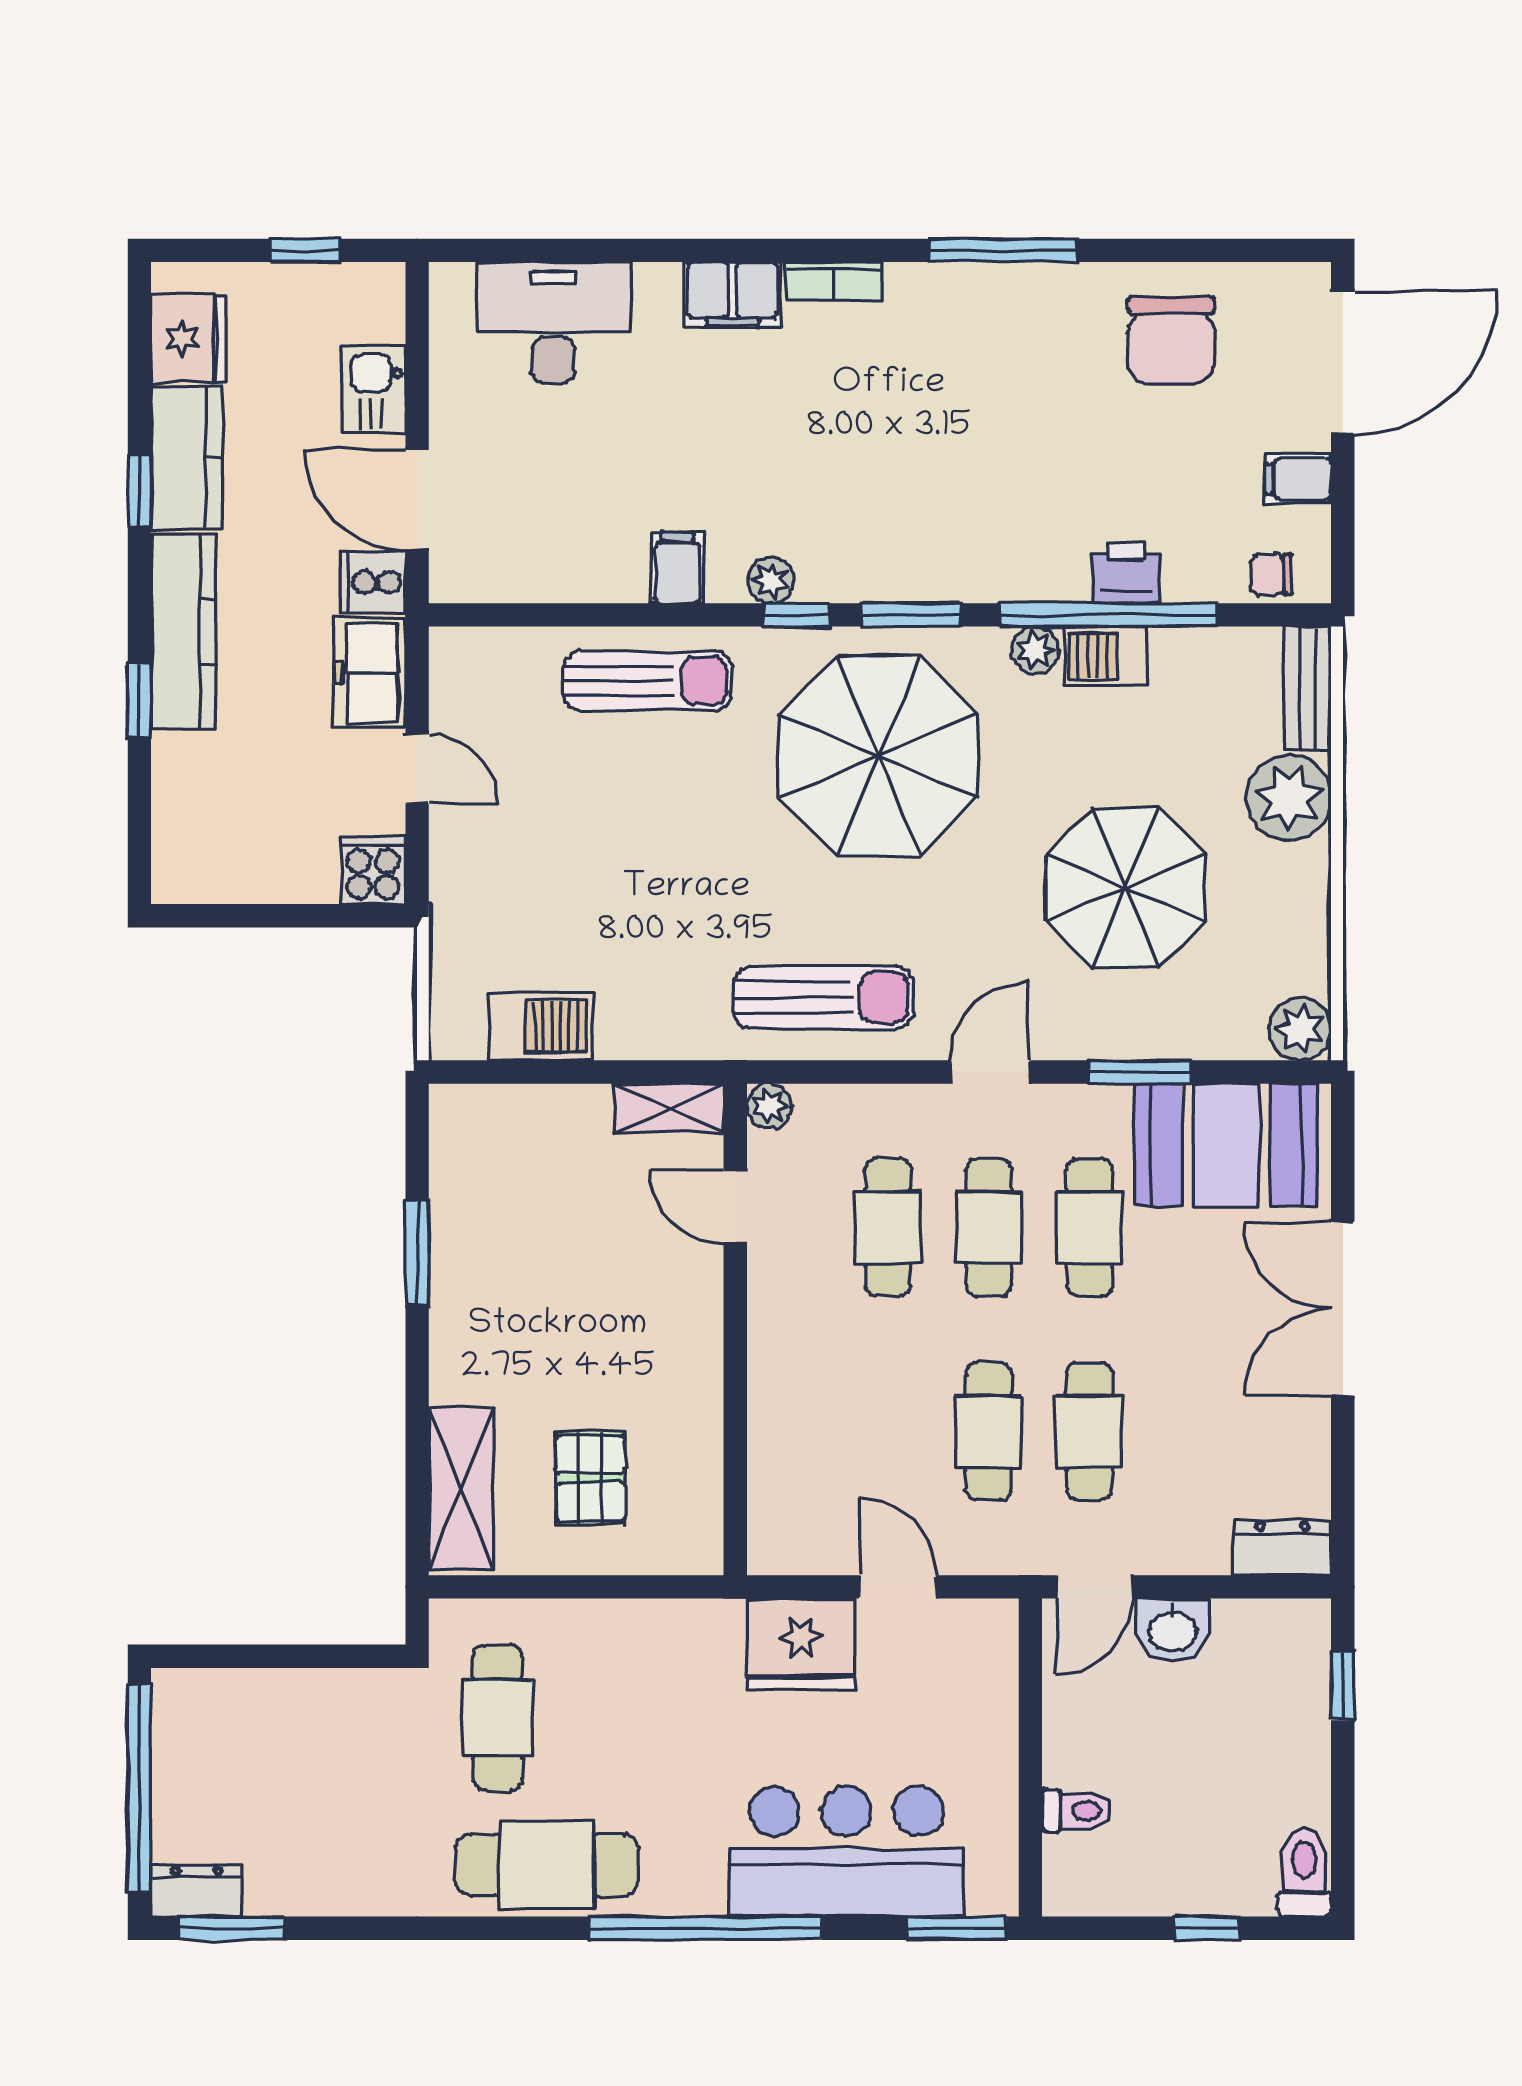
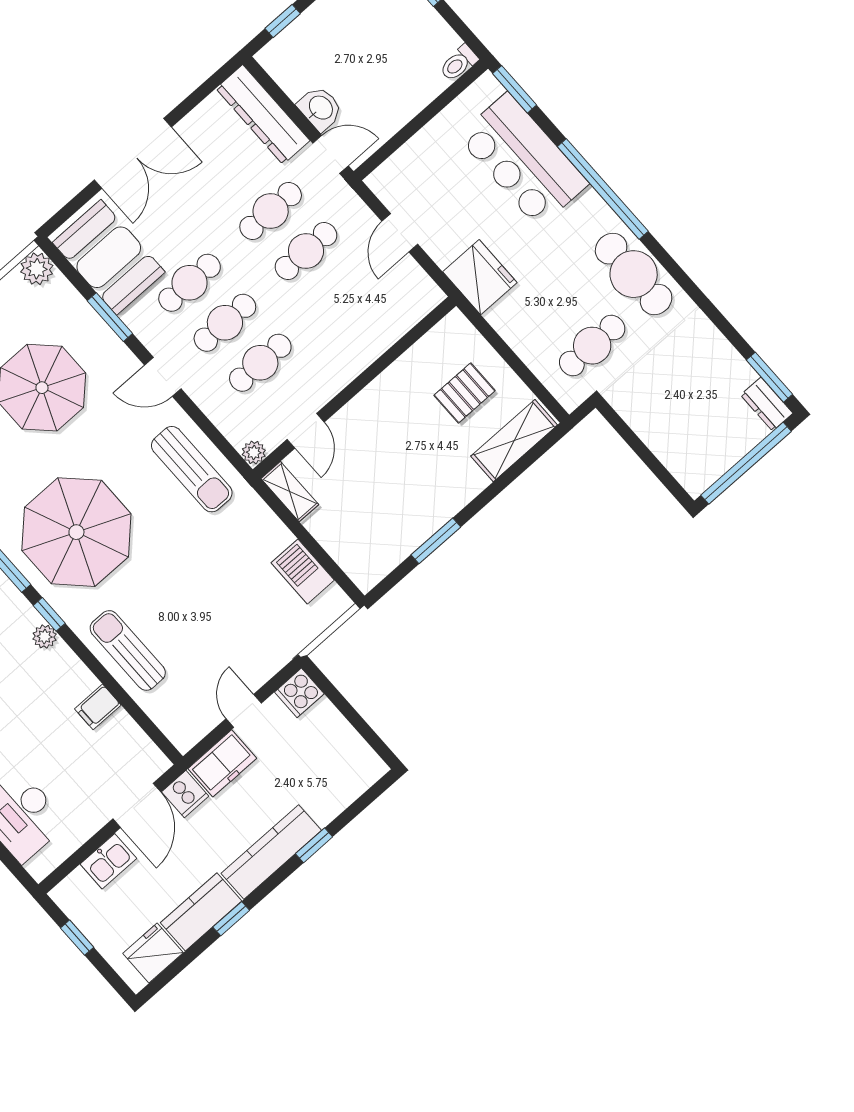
filing cabinet: (677, 568) -> (98, 707), moved
sun lounger: (823, 998) -> (192, 469), turned 180
dresser: (1282, 1548) -> (263, 115), width x1.96, depth x1.24
fridge: (801, 1644) -> (480, 277), moved
toilet: (1077, 1811) -> (459, 63), moved, turned -90

